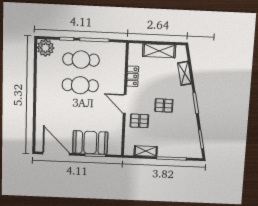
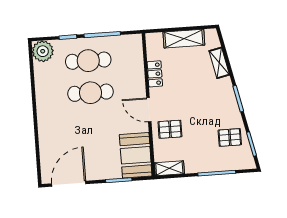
pallet: (164, 105) -> (230, 137), moved
booth: (90, 142) -> (136, 155), moved, turned 90
shelving: (146, 151) -> (169, 168), moved
door: (56, 154) -> (69, 184), hinge flipped

